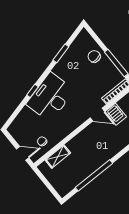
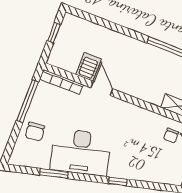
desk: (50, 97) -> (81, 152), moved

